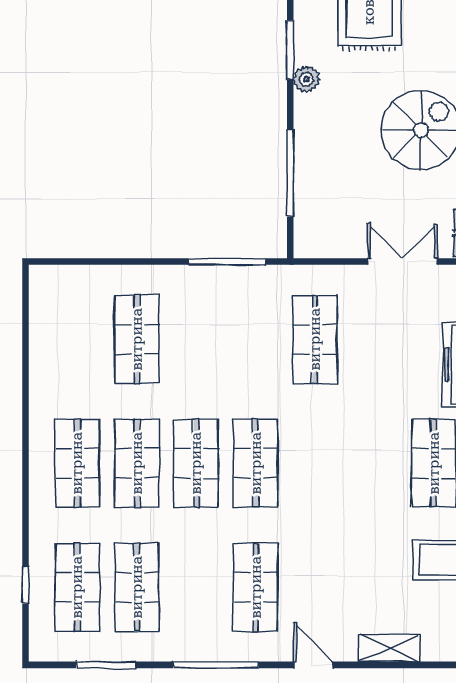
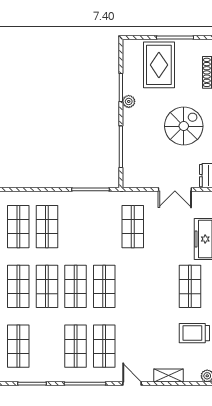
double door: (402, 262) -> (175, 189), swing flipped
shop shelf: (77, 339) -> (18, 227), added
shop shelf: (137, 587) -> (76, 346), moved

